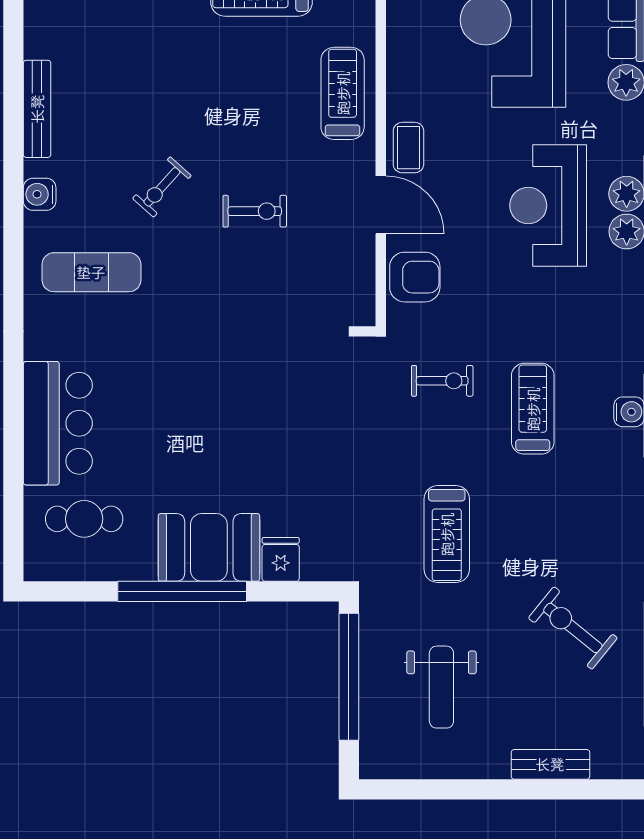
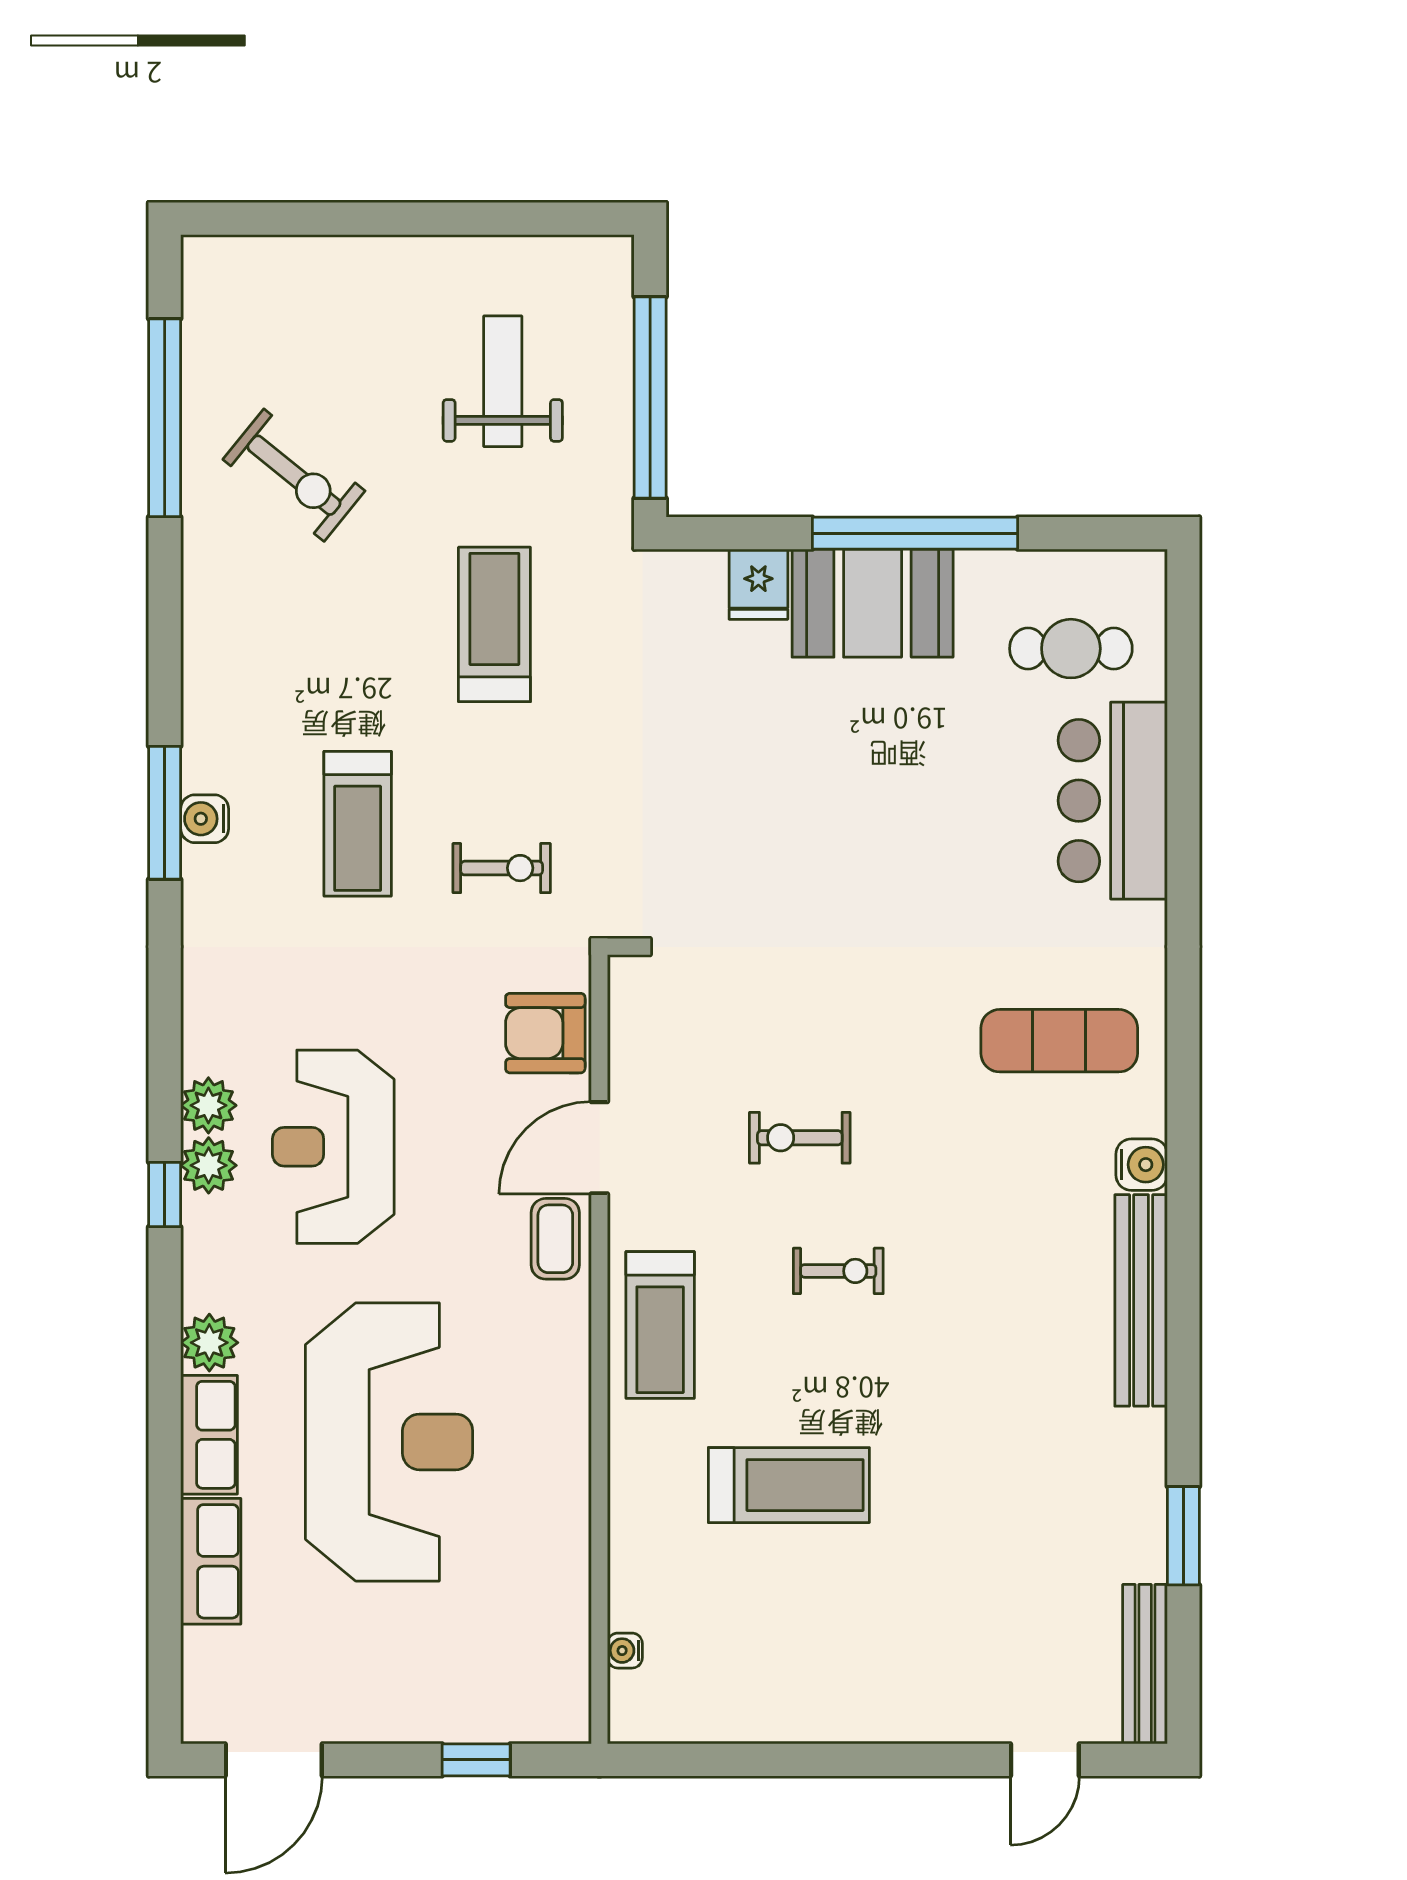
bench: (37, 109) -> (1141, 1300), width x1.37, depth x1.21
exercise bike: (162, 187) -> (838, 1271), moved, turned 48
door: (381, 205) -> (599, 1148), hinge flipped
reception desk: (548, 206) -> (333, 1147), turned 180
exercise bike: (442, 381) -> (502, 868), turned 180
bench: (550, 764) -> (330, 258), removed

